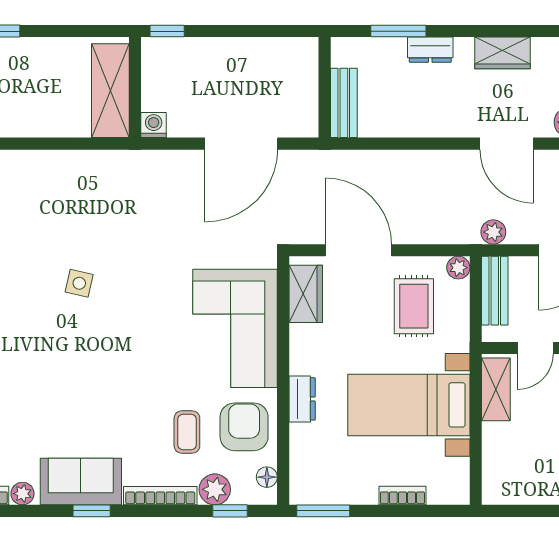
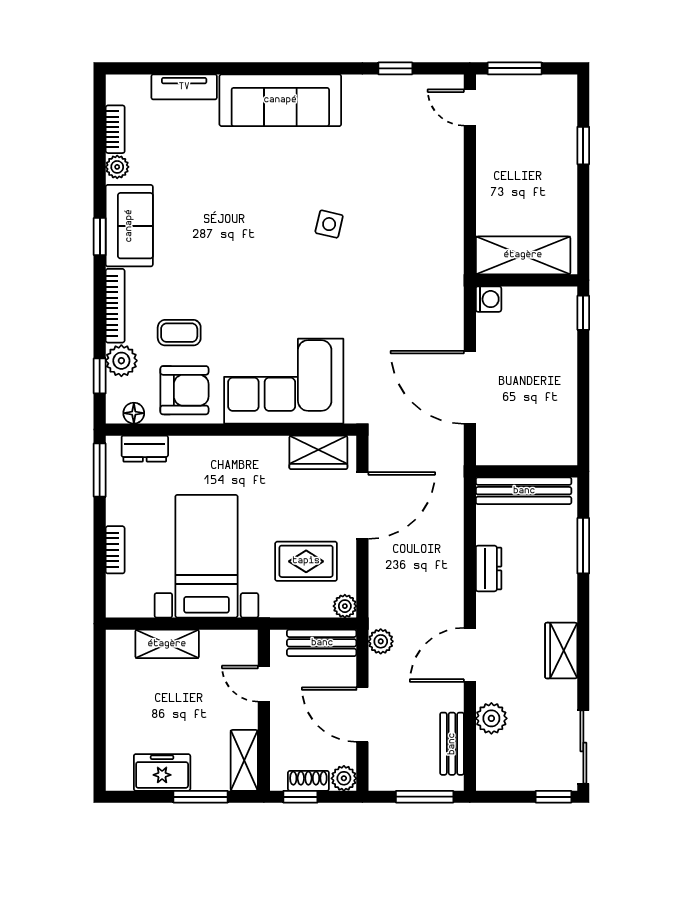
dresser: (430, 50) -> (489, 568), moved, turned 180
bench: (344, 103) -> (524, 491), width x1.36
shelving: (496, 389) -> (167, 644), moved
dresser: (302, 399) -> (145, 449), moved

